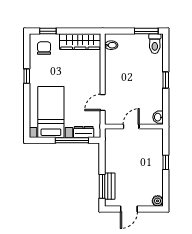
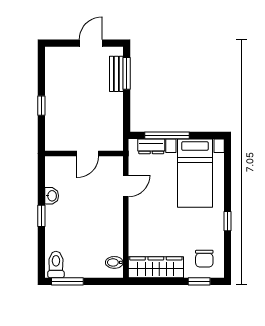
washbasin: (158, 117) -> (52, 196), moved
plant: (158, 201) -> (52, 54), removed

